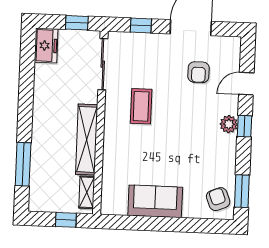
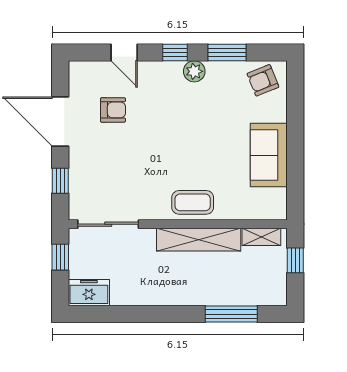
coffee table: (141, 106) -> (193, 202), moved
plant: (229, 124) -> (194, 71), moved
window: (242, 191) -> (227, 52), moved

